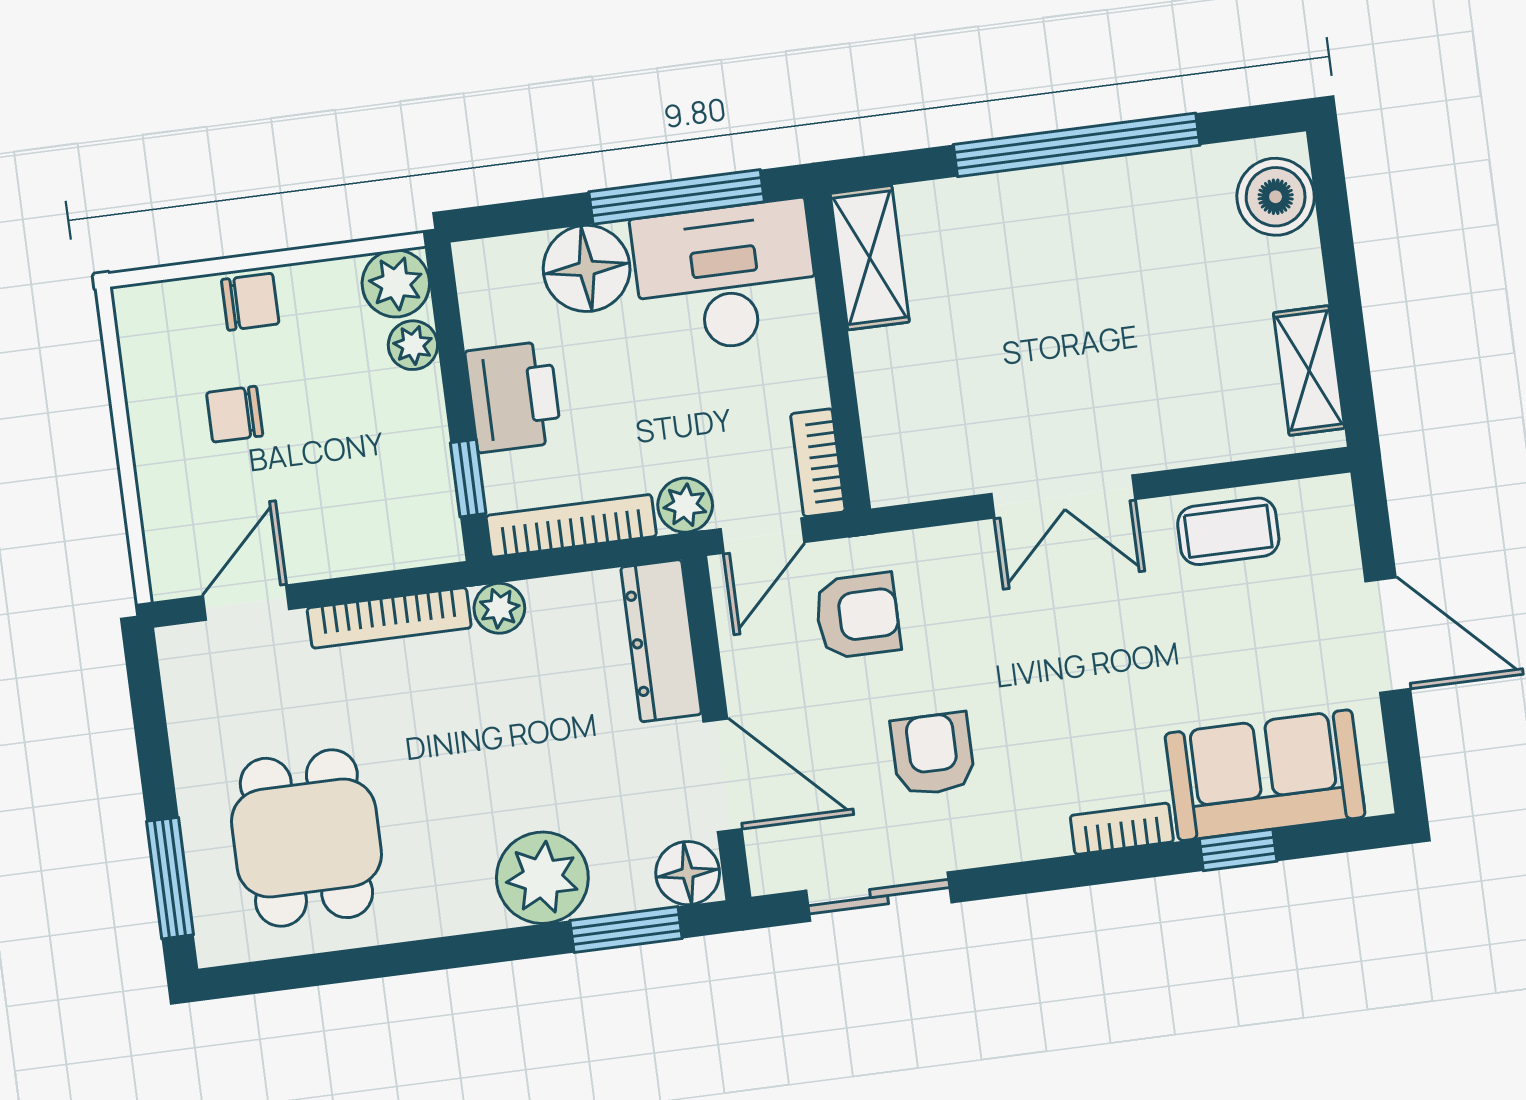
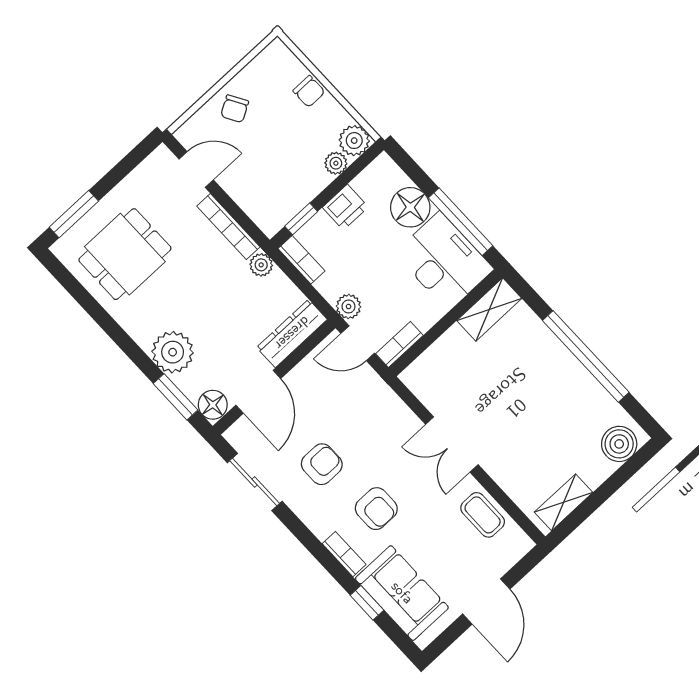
printer: (514, 397) -> (345, 207), width x0.73, depth x0.81
chair: (235, 414) -> (235, 109), moved, turned -120
bookcase: (571, 526) -> (301, 260), width x0.64
armchair: (857, 616) -> (376, 509), moved

